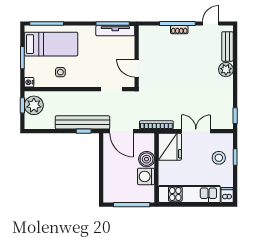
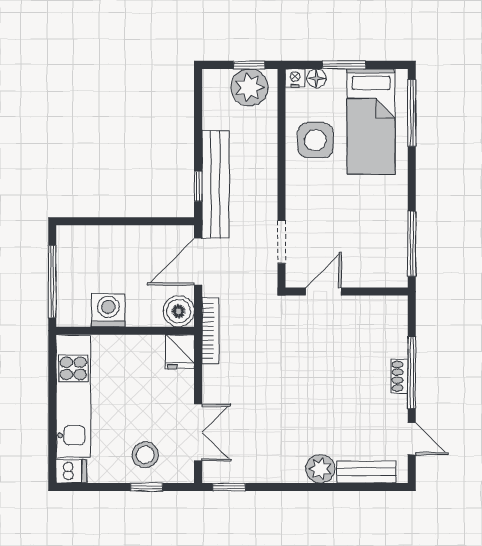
tv unit: (115, 31) -> (397, 249), removed
floor lamp: (29, 72) -> (316, 78), added
side table: (60, 72) -> (315, 140), width x1.87, depth x1.87
double door: (196, 131) -> (198, 432), moved
fridge: (170, 147) -> (180, 352), width x0.53, depth x0.75
boiler: (147, 159) -> (179, 311), moved

